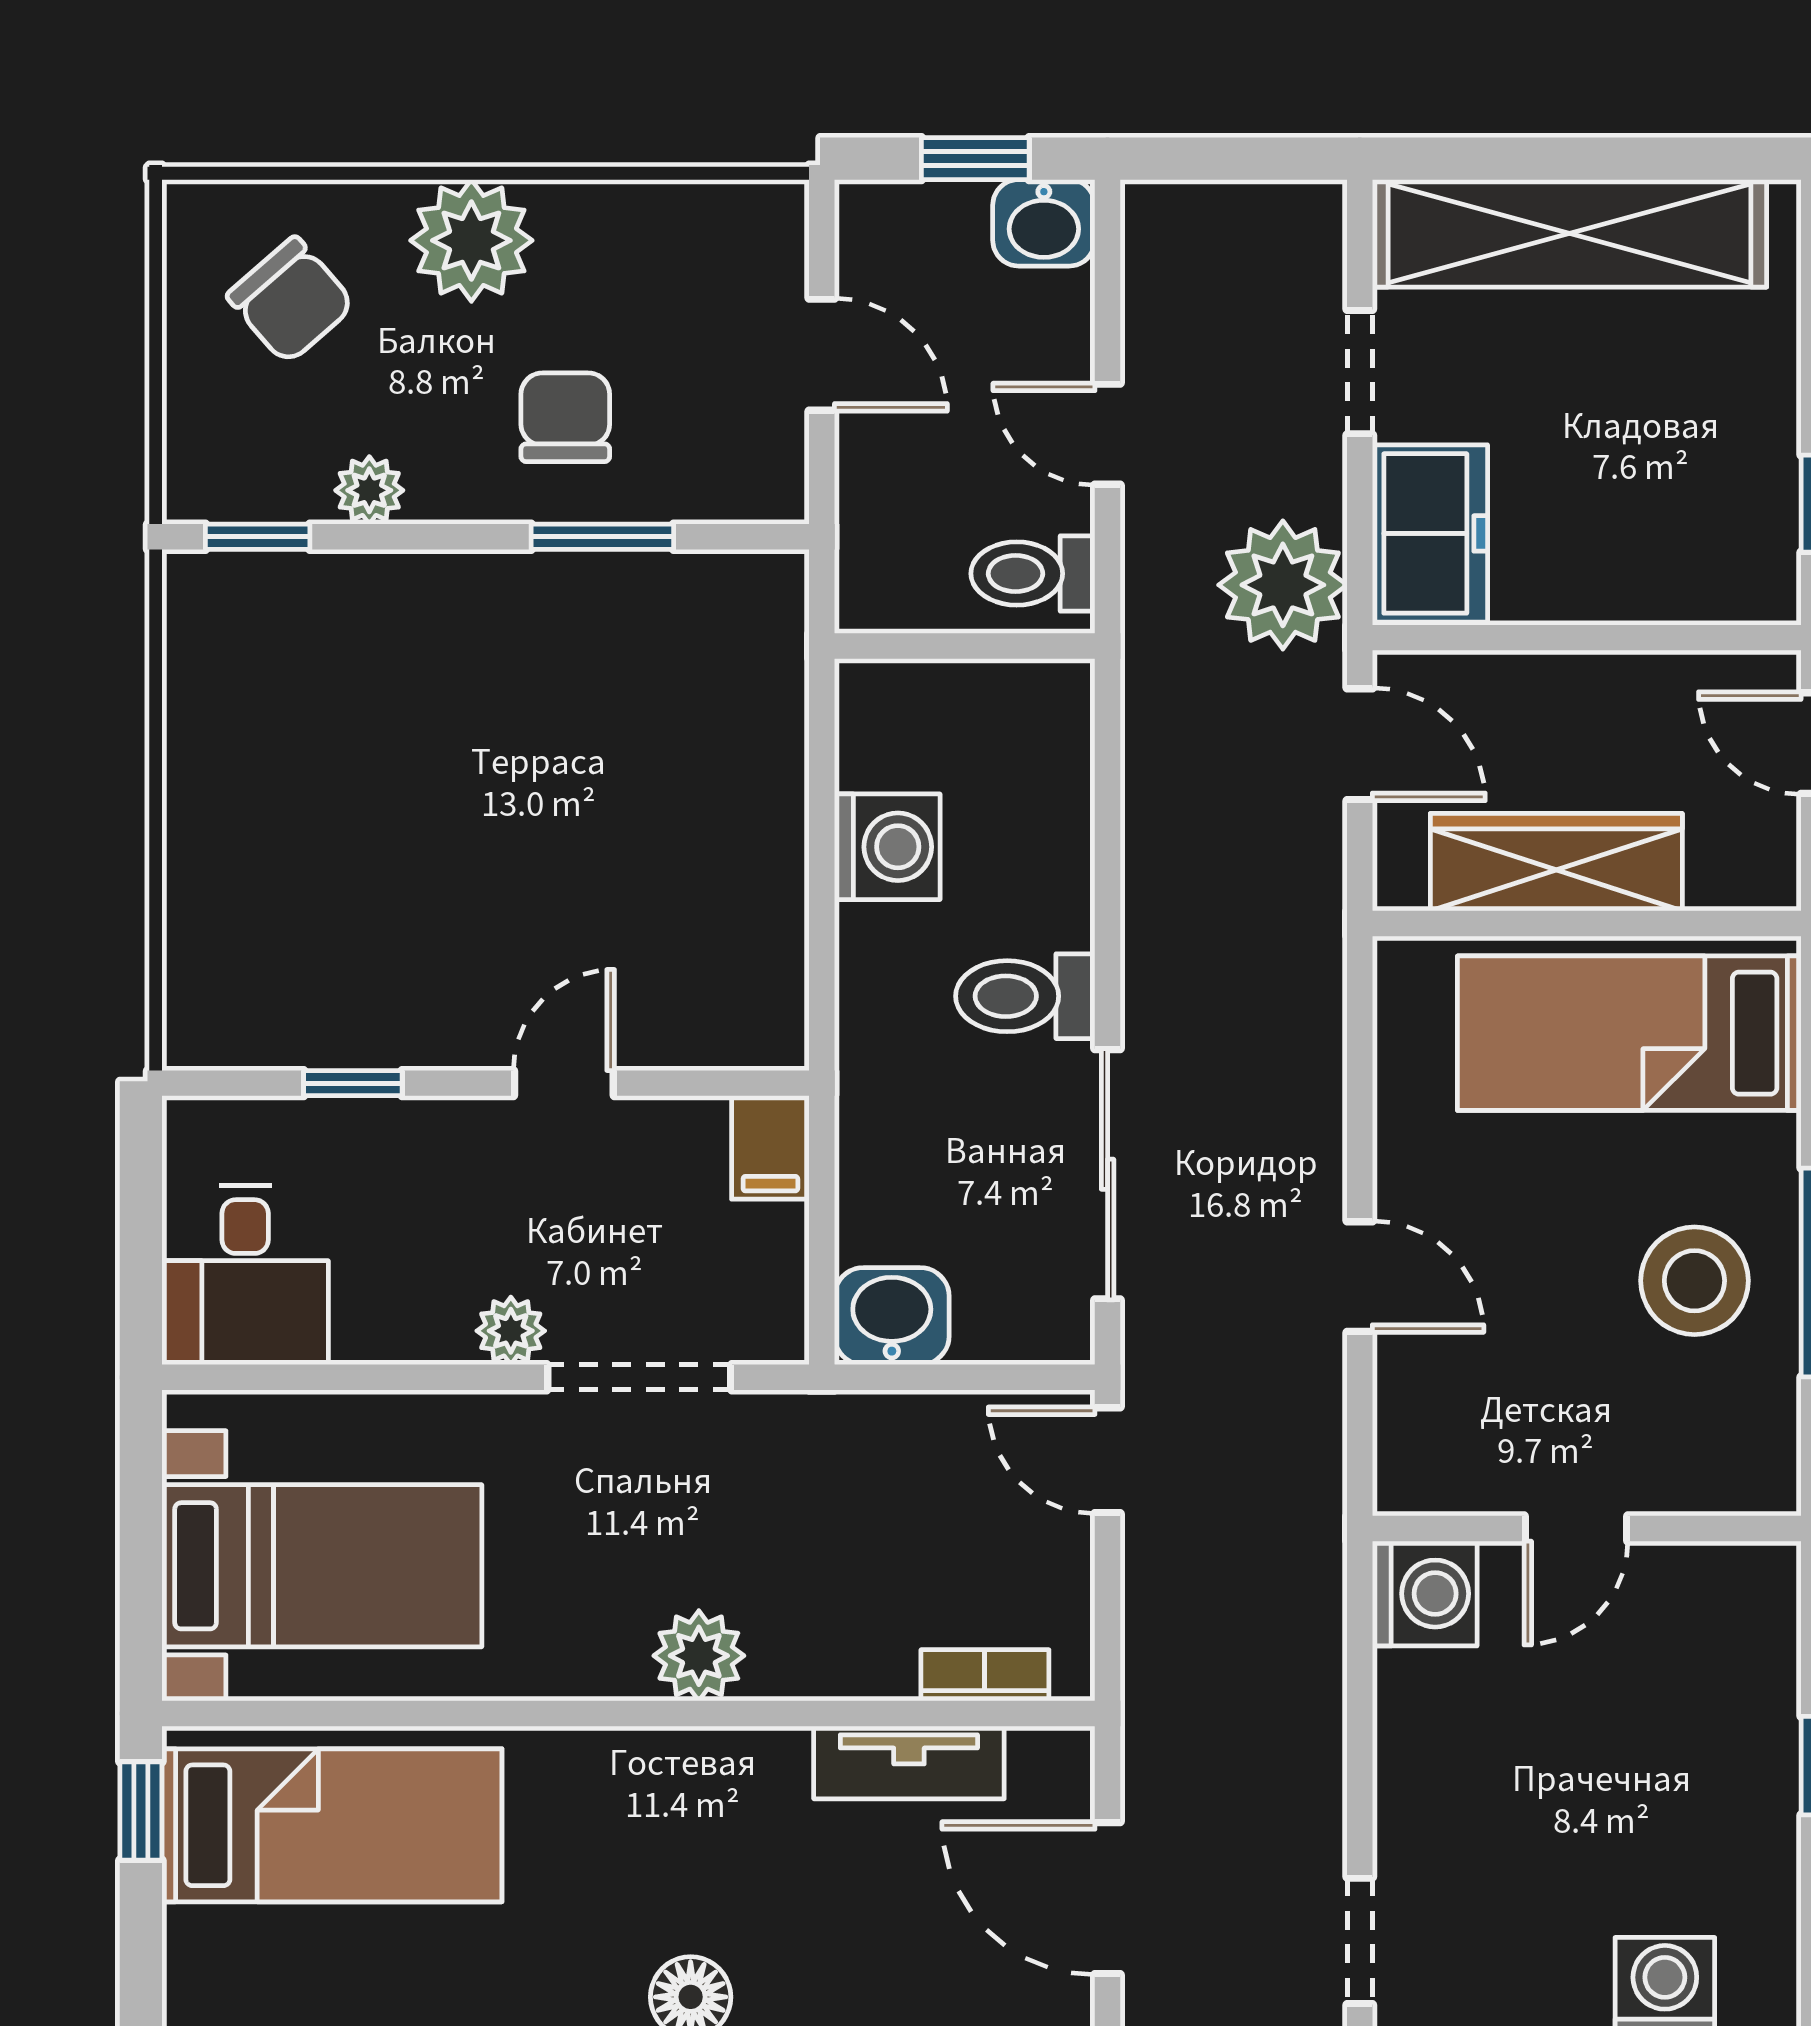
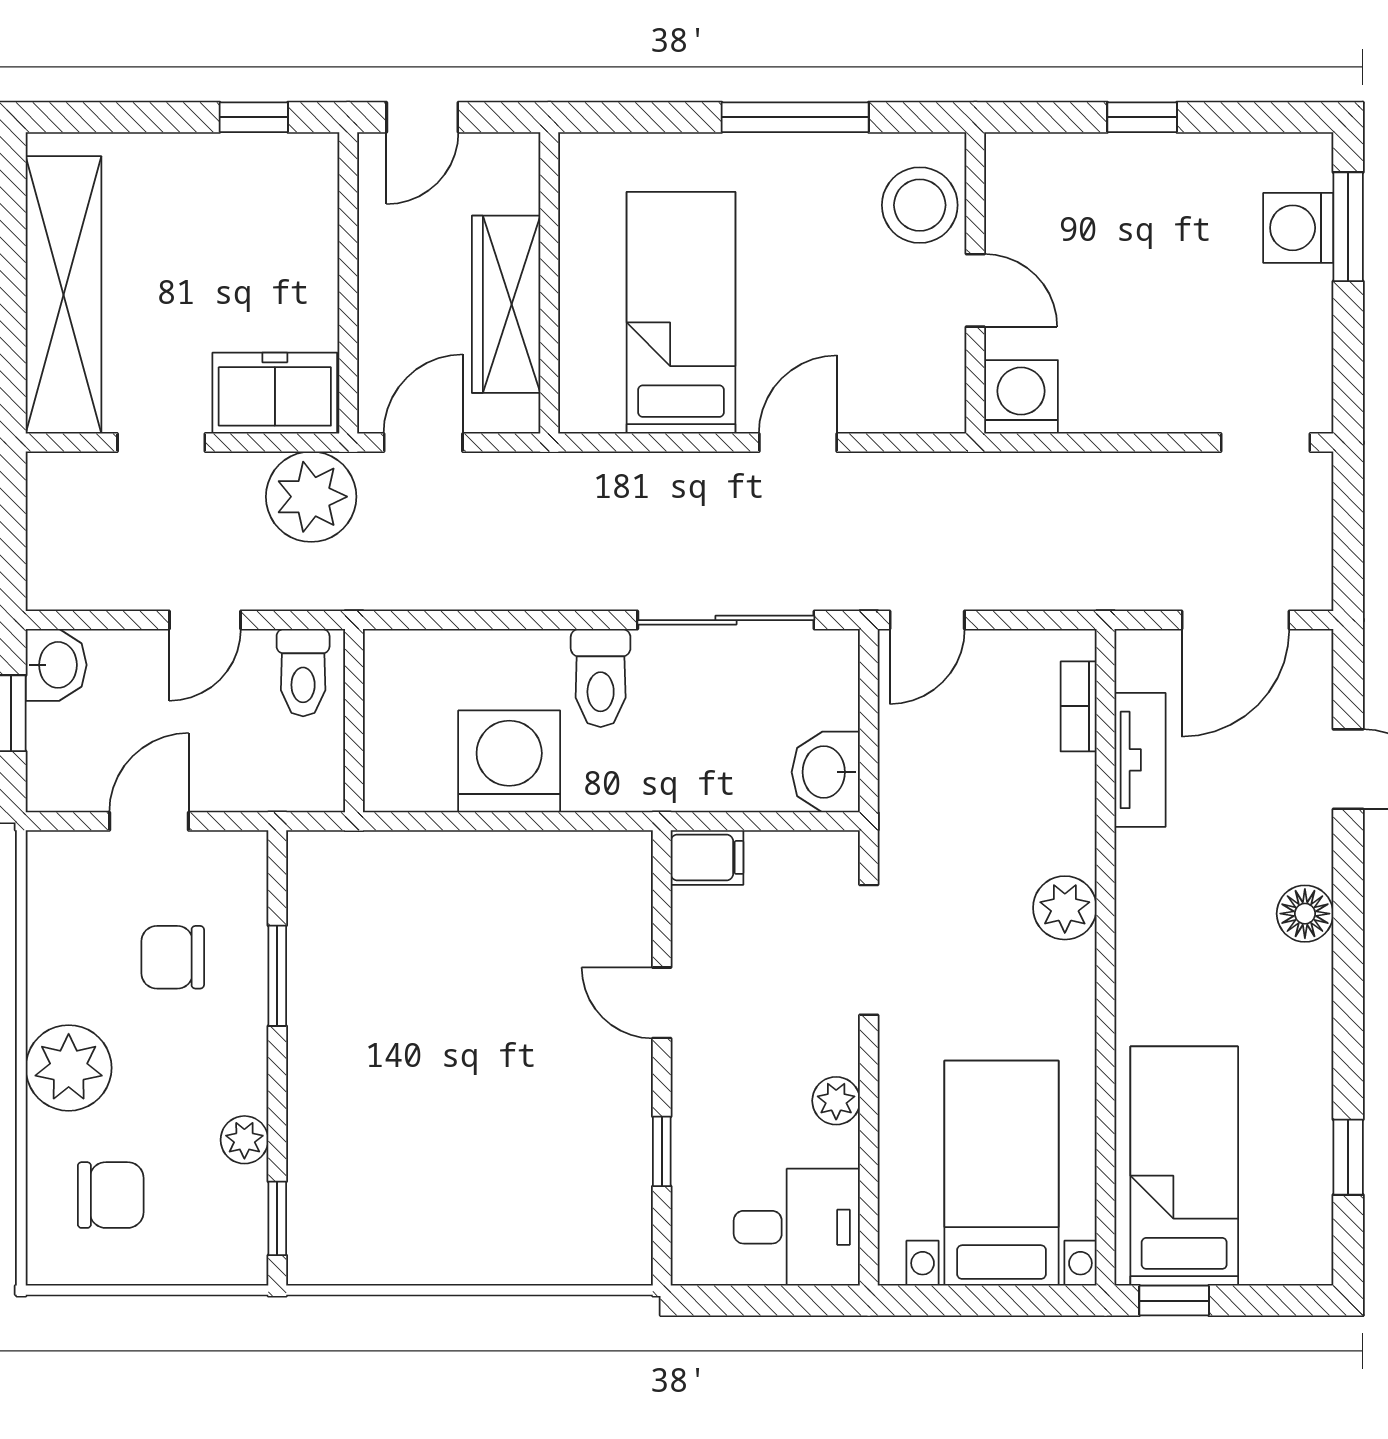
chair: (291, 300) -> (111, 1195), turned 41
chair: (565, 417) -> (173, 957), moved
washing machine: (887, 847) -> (509, 761), width x1.37, depth x1.37
bed: (1629, 1033) -> (681, 313), moved, turned 180
stool: (1694, 1281) -> (920, 205), moved
plant: (511, 1331) -> (836, 1101), moved

